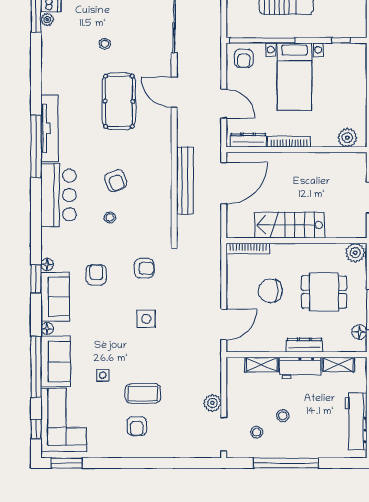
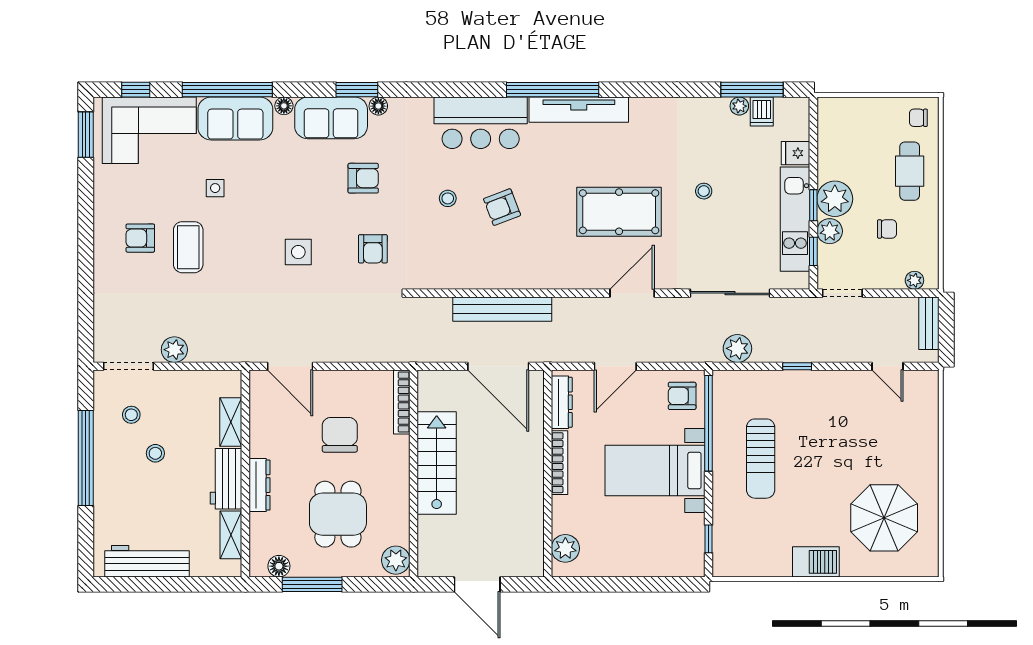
plant: (212, 21) -> (737, 348), added

